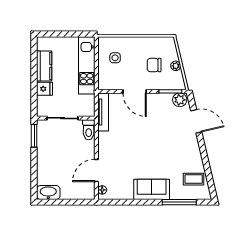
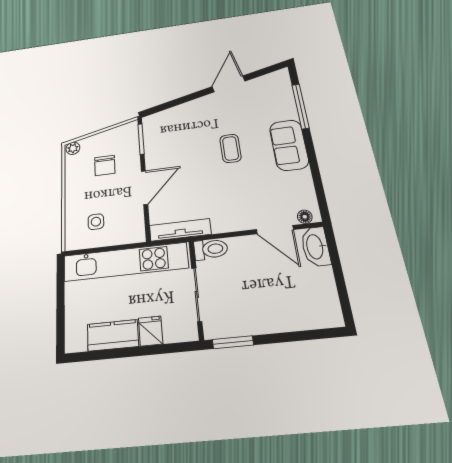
kitchen unit: (87, 65) -> (125, 262), width x1.36
plant: (176, 66) -> (73, 148), moved
plant: (180, 100) -> (152, 126), removed
door: (196, 121) -> (229, 84), moved
coffee table: (194, 179) -> (230, 148), moved
washbasin: (48, 192) -> (315, 247), moved

